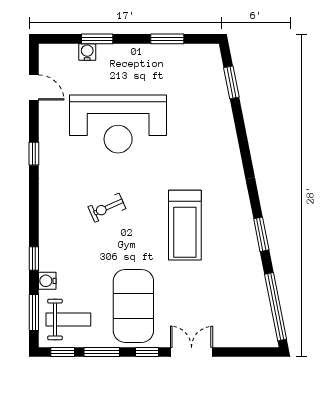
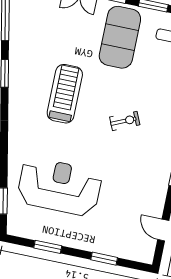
water cooler: (87, 52) -> (114, 250), removed
reception desk: (118, 124) -> (59, 187), moved

